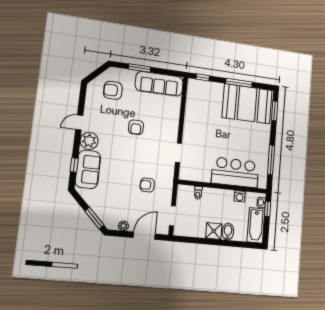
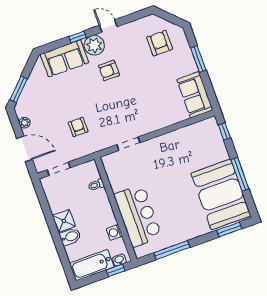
sofa: (159, 84) -> (195, 95), width x0.73
armchair: (136, 127) -> (109, 70), moved
window: (74, 165) -> (78, 37), moved

